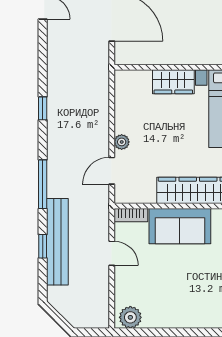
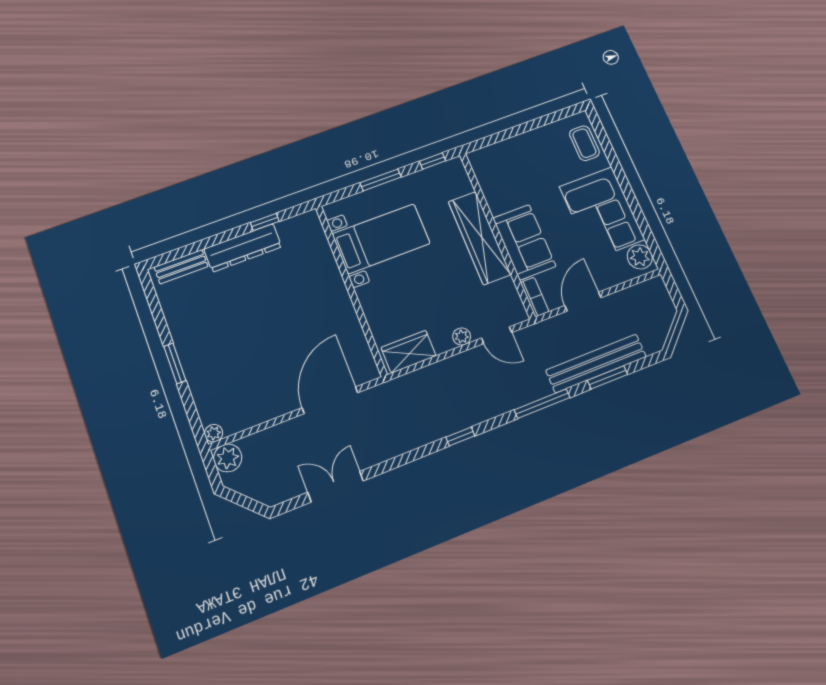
wardrobe: (173, 82) -> (409, 352), moved, turned -90
window: (43, 246) -> (608, 377), width x1.50
door: (112, 253) -> (583, 302), width x1.37
corner sofa: (180, 302) -> (602, 213), added

